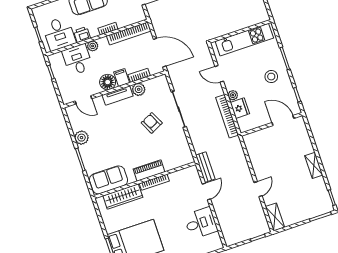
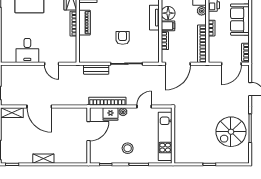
plant: (139, 89) -> (154, 36), removed
door: (283, 121) -> (88, 131), moved
armchair: (152, 123) -> (123, 38), turned -64
bench: (205, 167) -> (96, 70), moved
door: (258, 189) -> (39, 107), width x1.87

